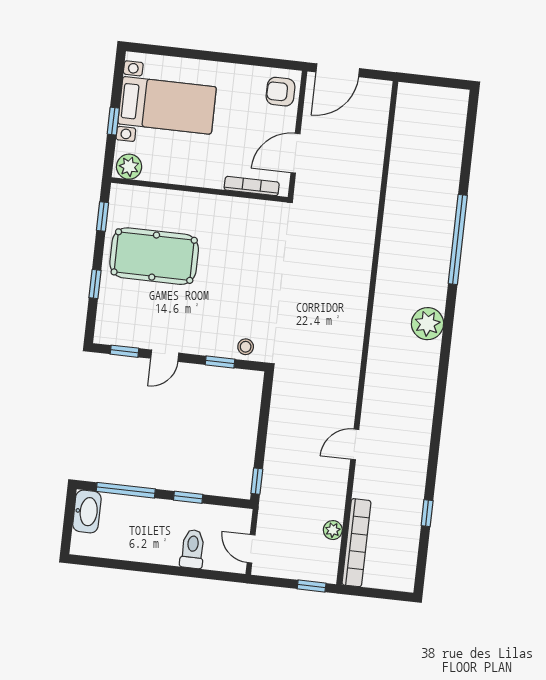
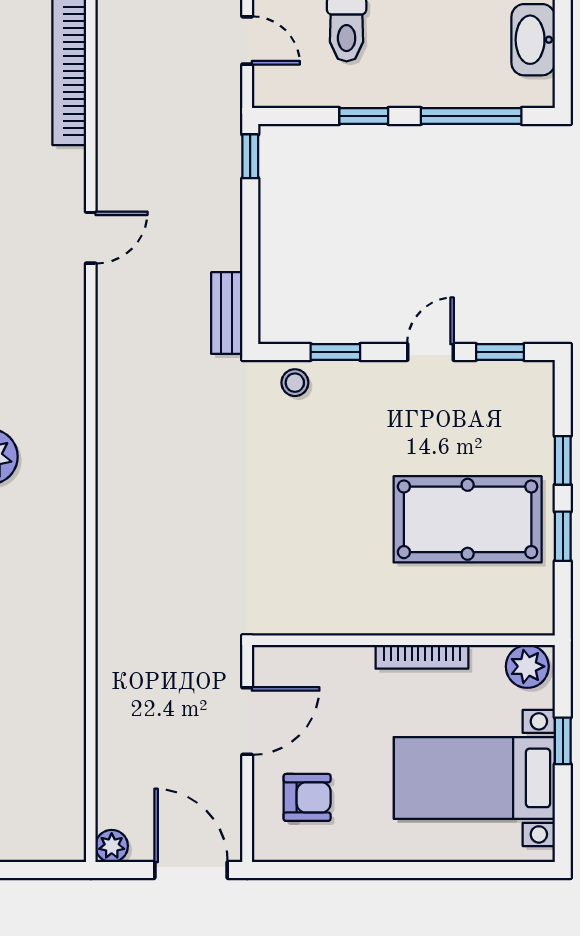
door: (338, 70) -> (191, 870), hinge flipped
armchair: (281, 92) -> (307, 797), moved
bookcase: (252, 186) -> (422, 657), moved
window: (103, 216) -> (563, 536), moved
bench: (281, 392) -> (227, 313), added
washbasin: (87, 511) -> (533, 40), moved
plant: (333, 530) -> (112, 846), moved

